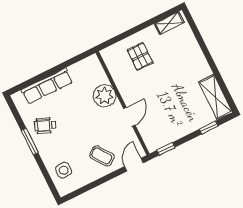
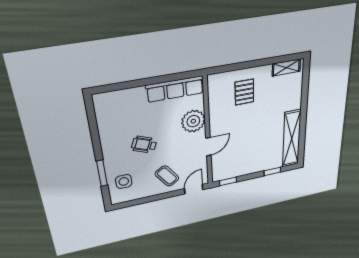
row of seats: (47, 86) -> (175, 89), moved
shelving: (216, 97) -> (292, 139), width x1.47
wheelchair: (45, 126) -> (144, 145), moved
window: (30, 142) -> (102, 173), moved

